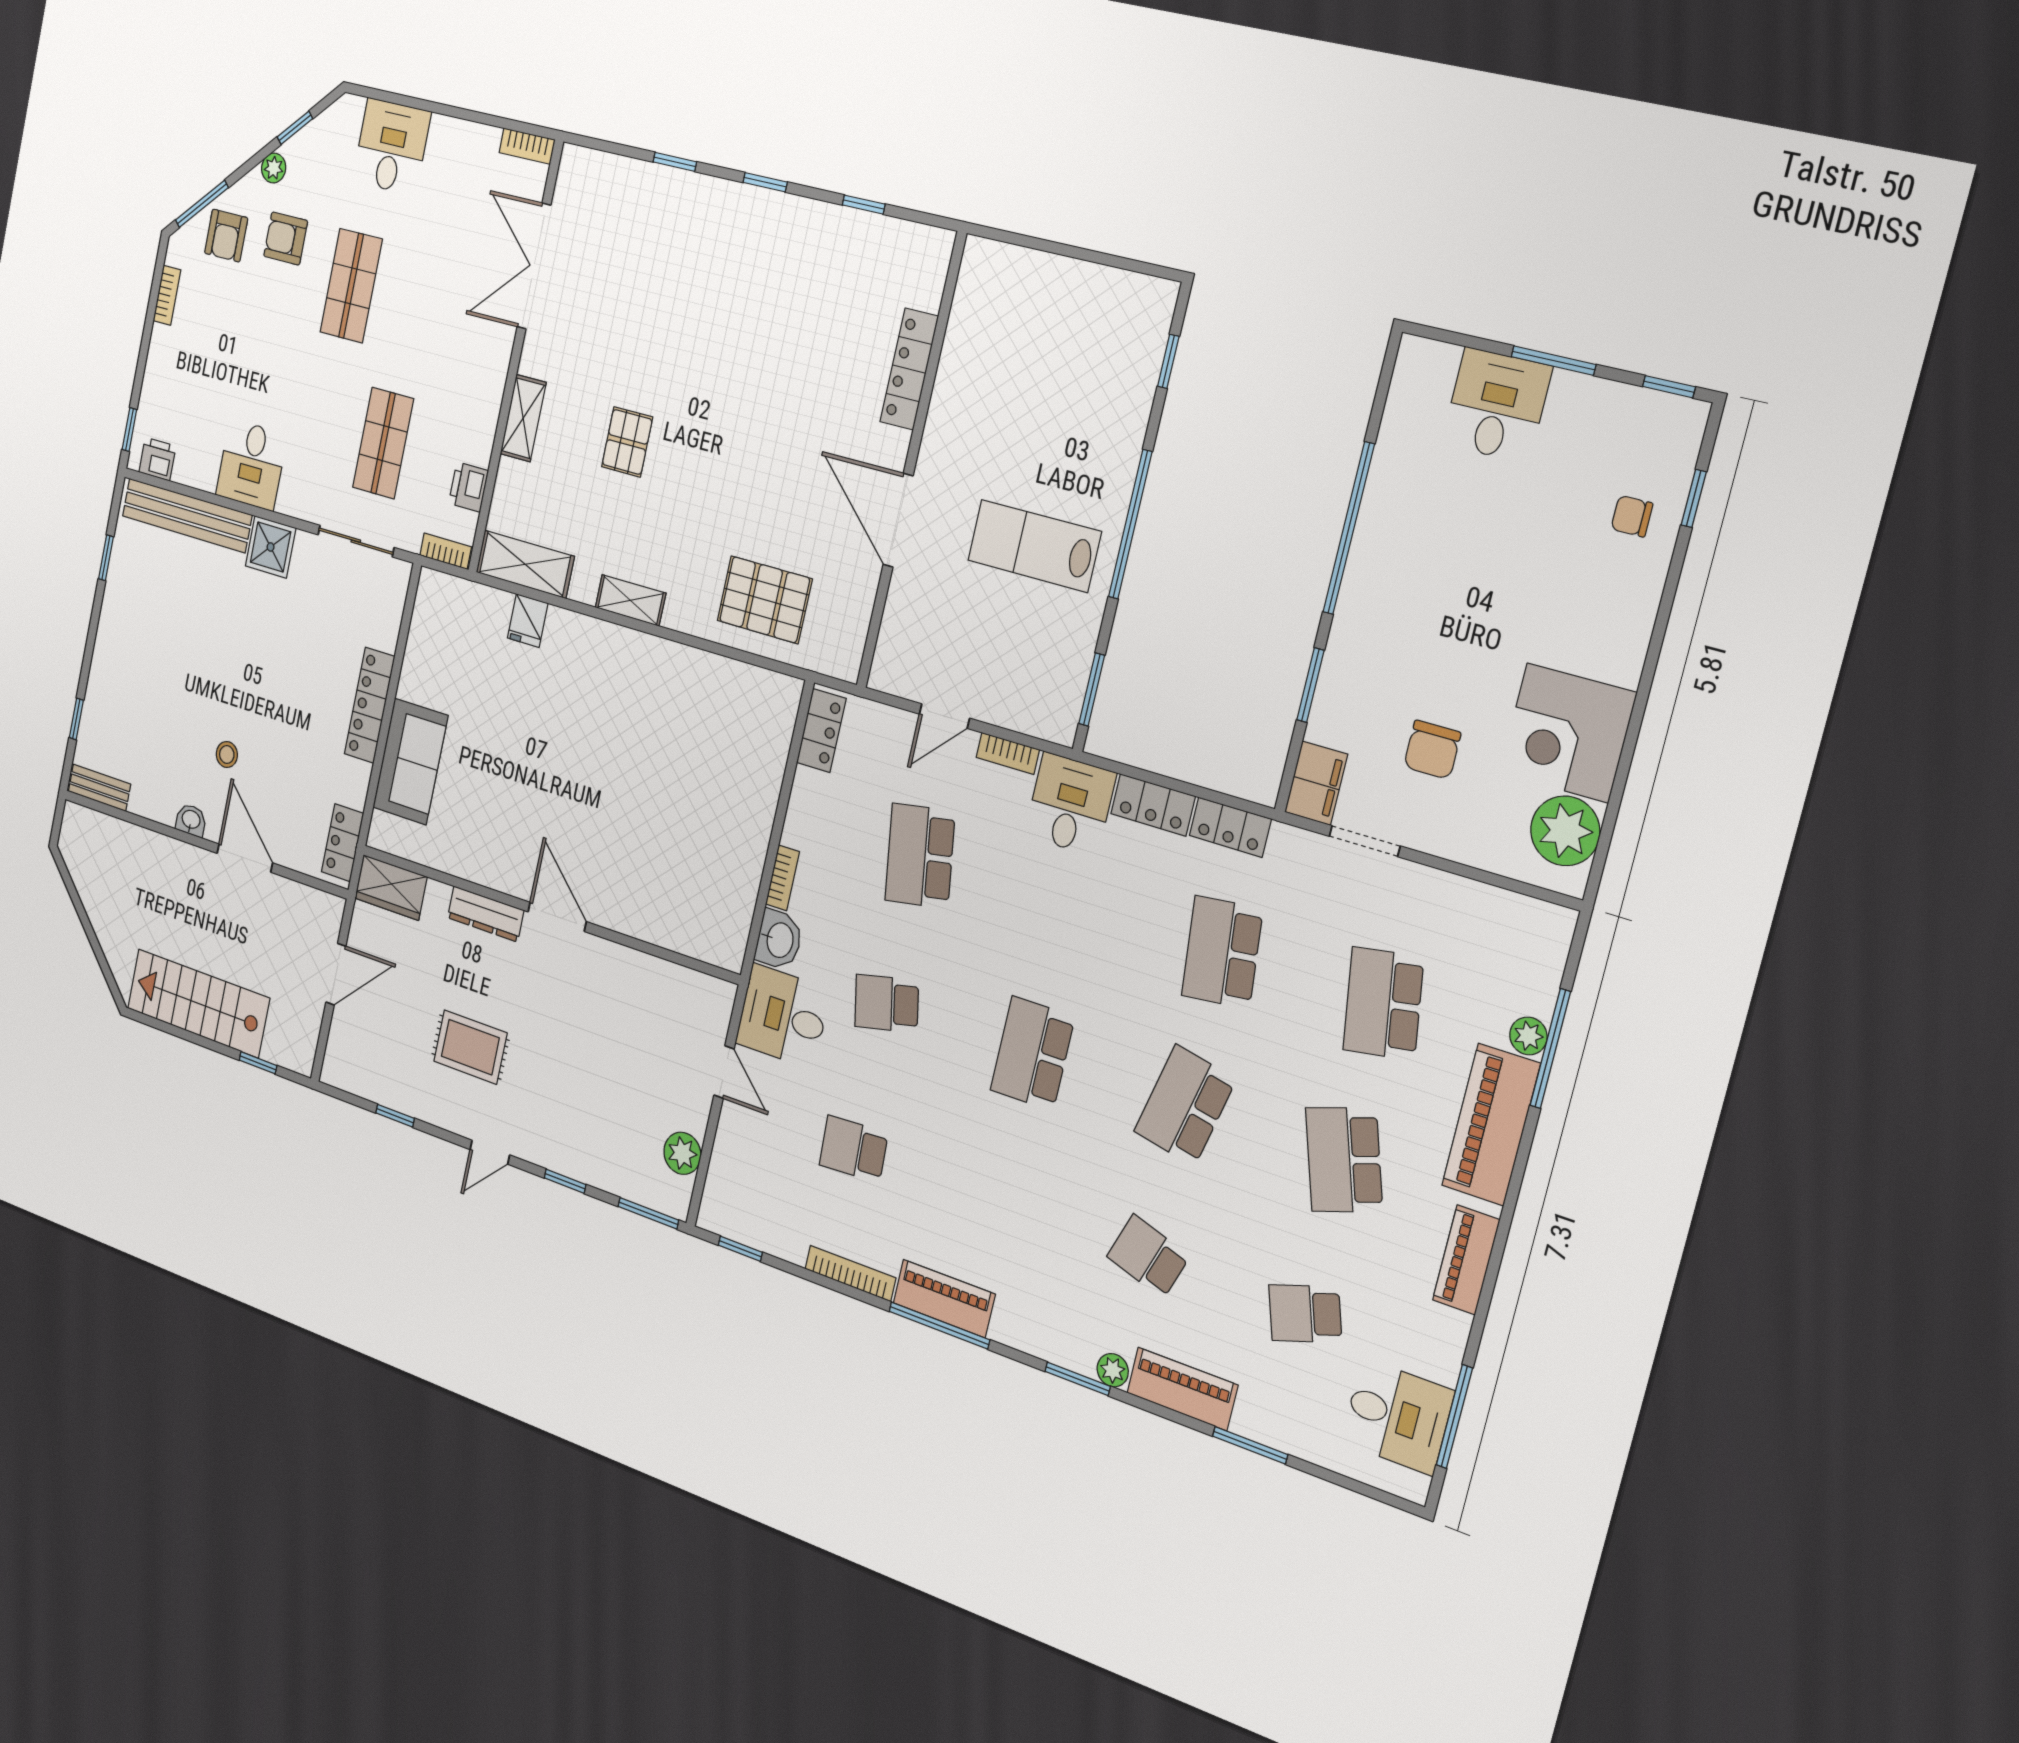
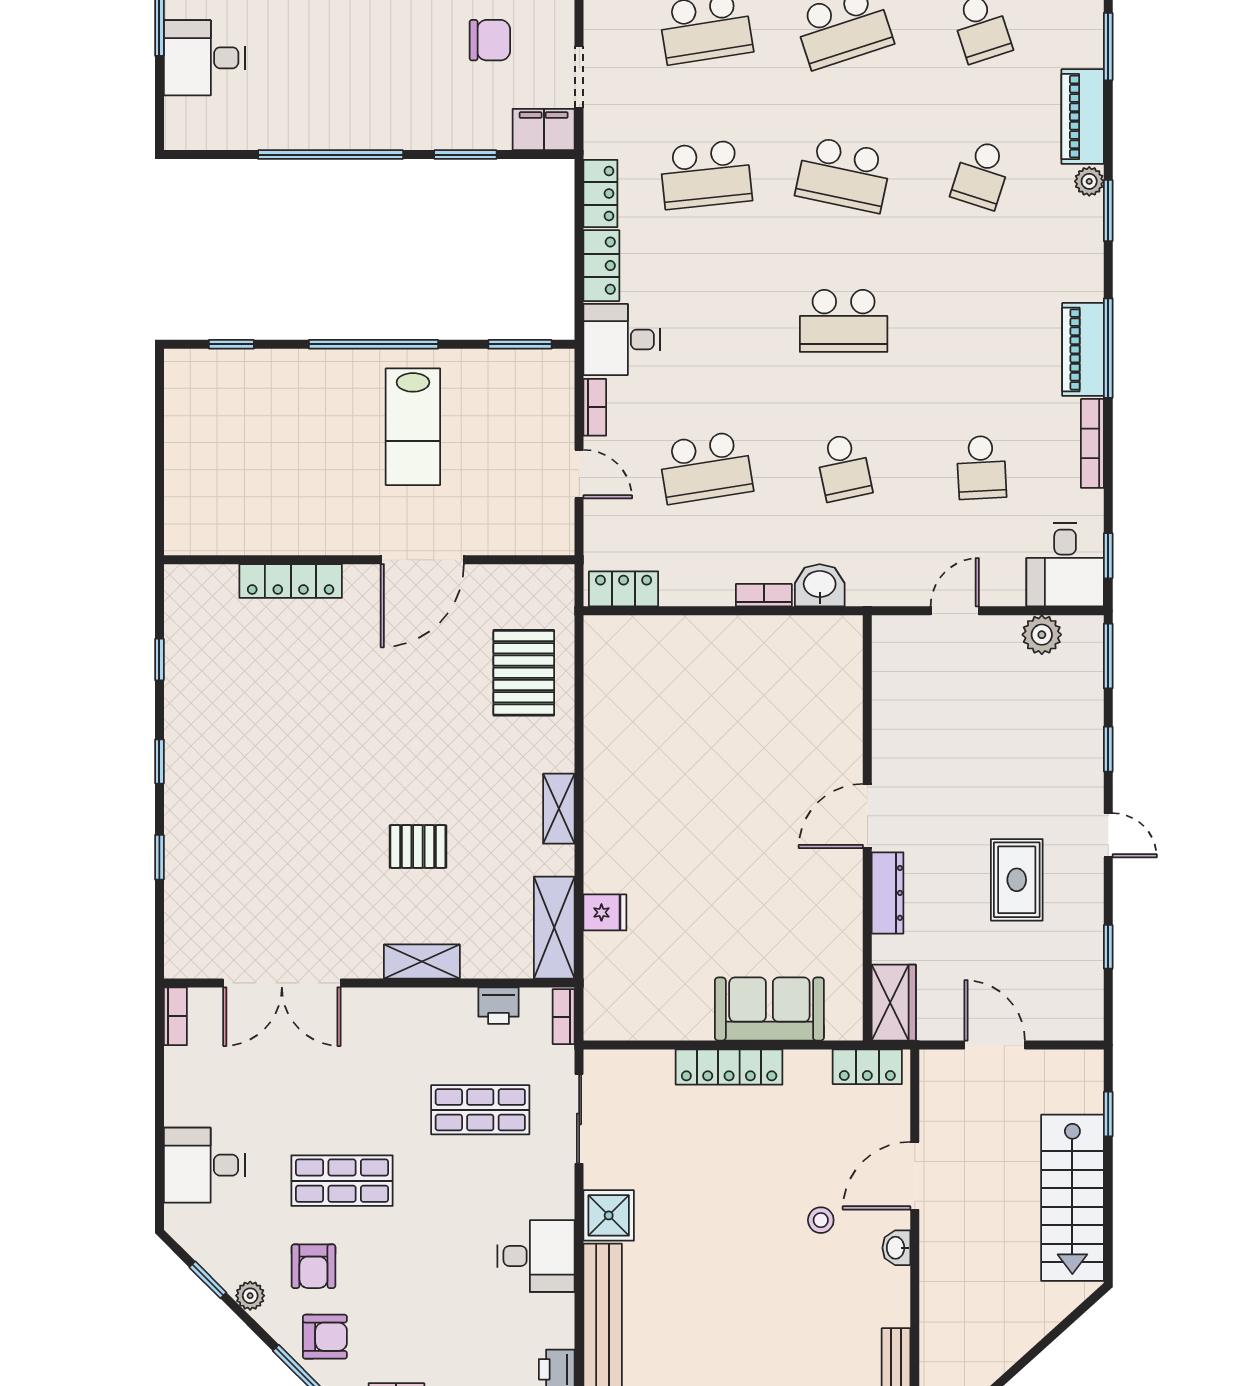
desk: (783, 1016) -> (1065, 565), moved

